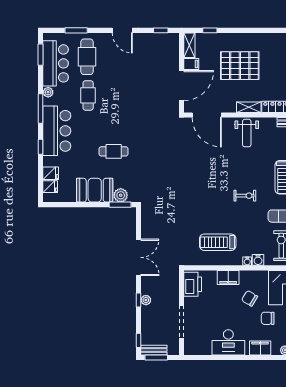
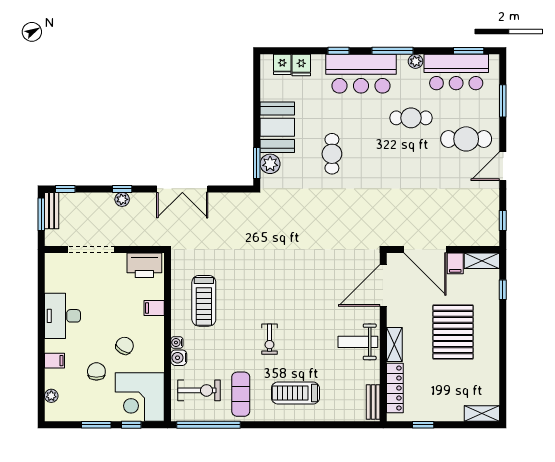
cafe table: (87, 57) -> (466, 139), moved
treadmill: (218, 242) -> (204, 301), turned 180
filing cabinet: (228, 277) -> (154, 308), width x0.50
filing cabinet: (260, 348) -> (54, 361), width x0.50

